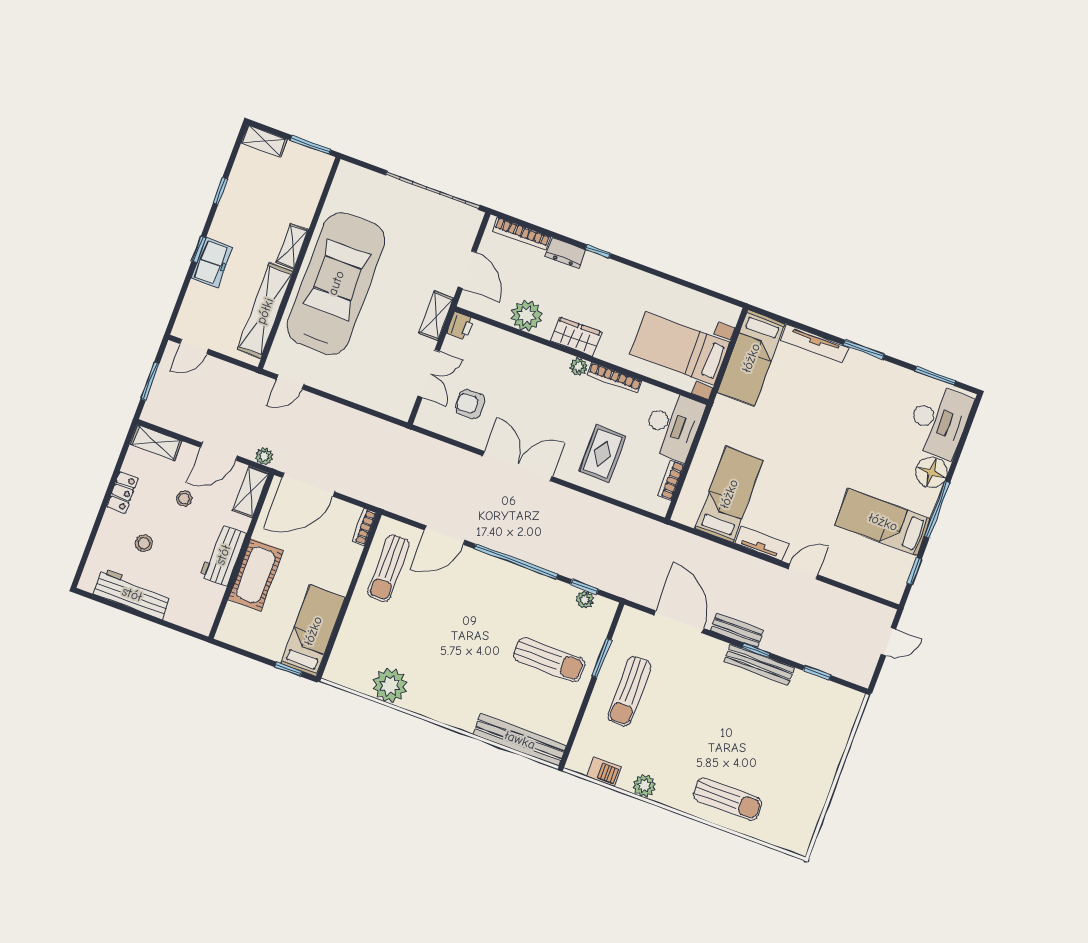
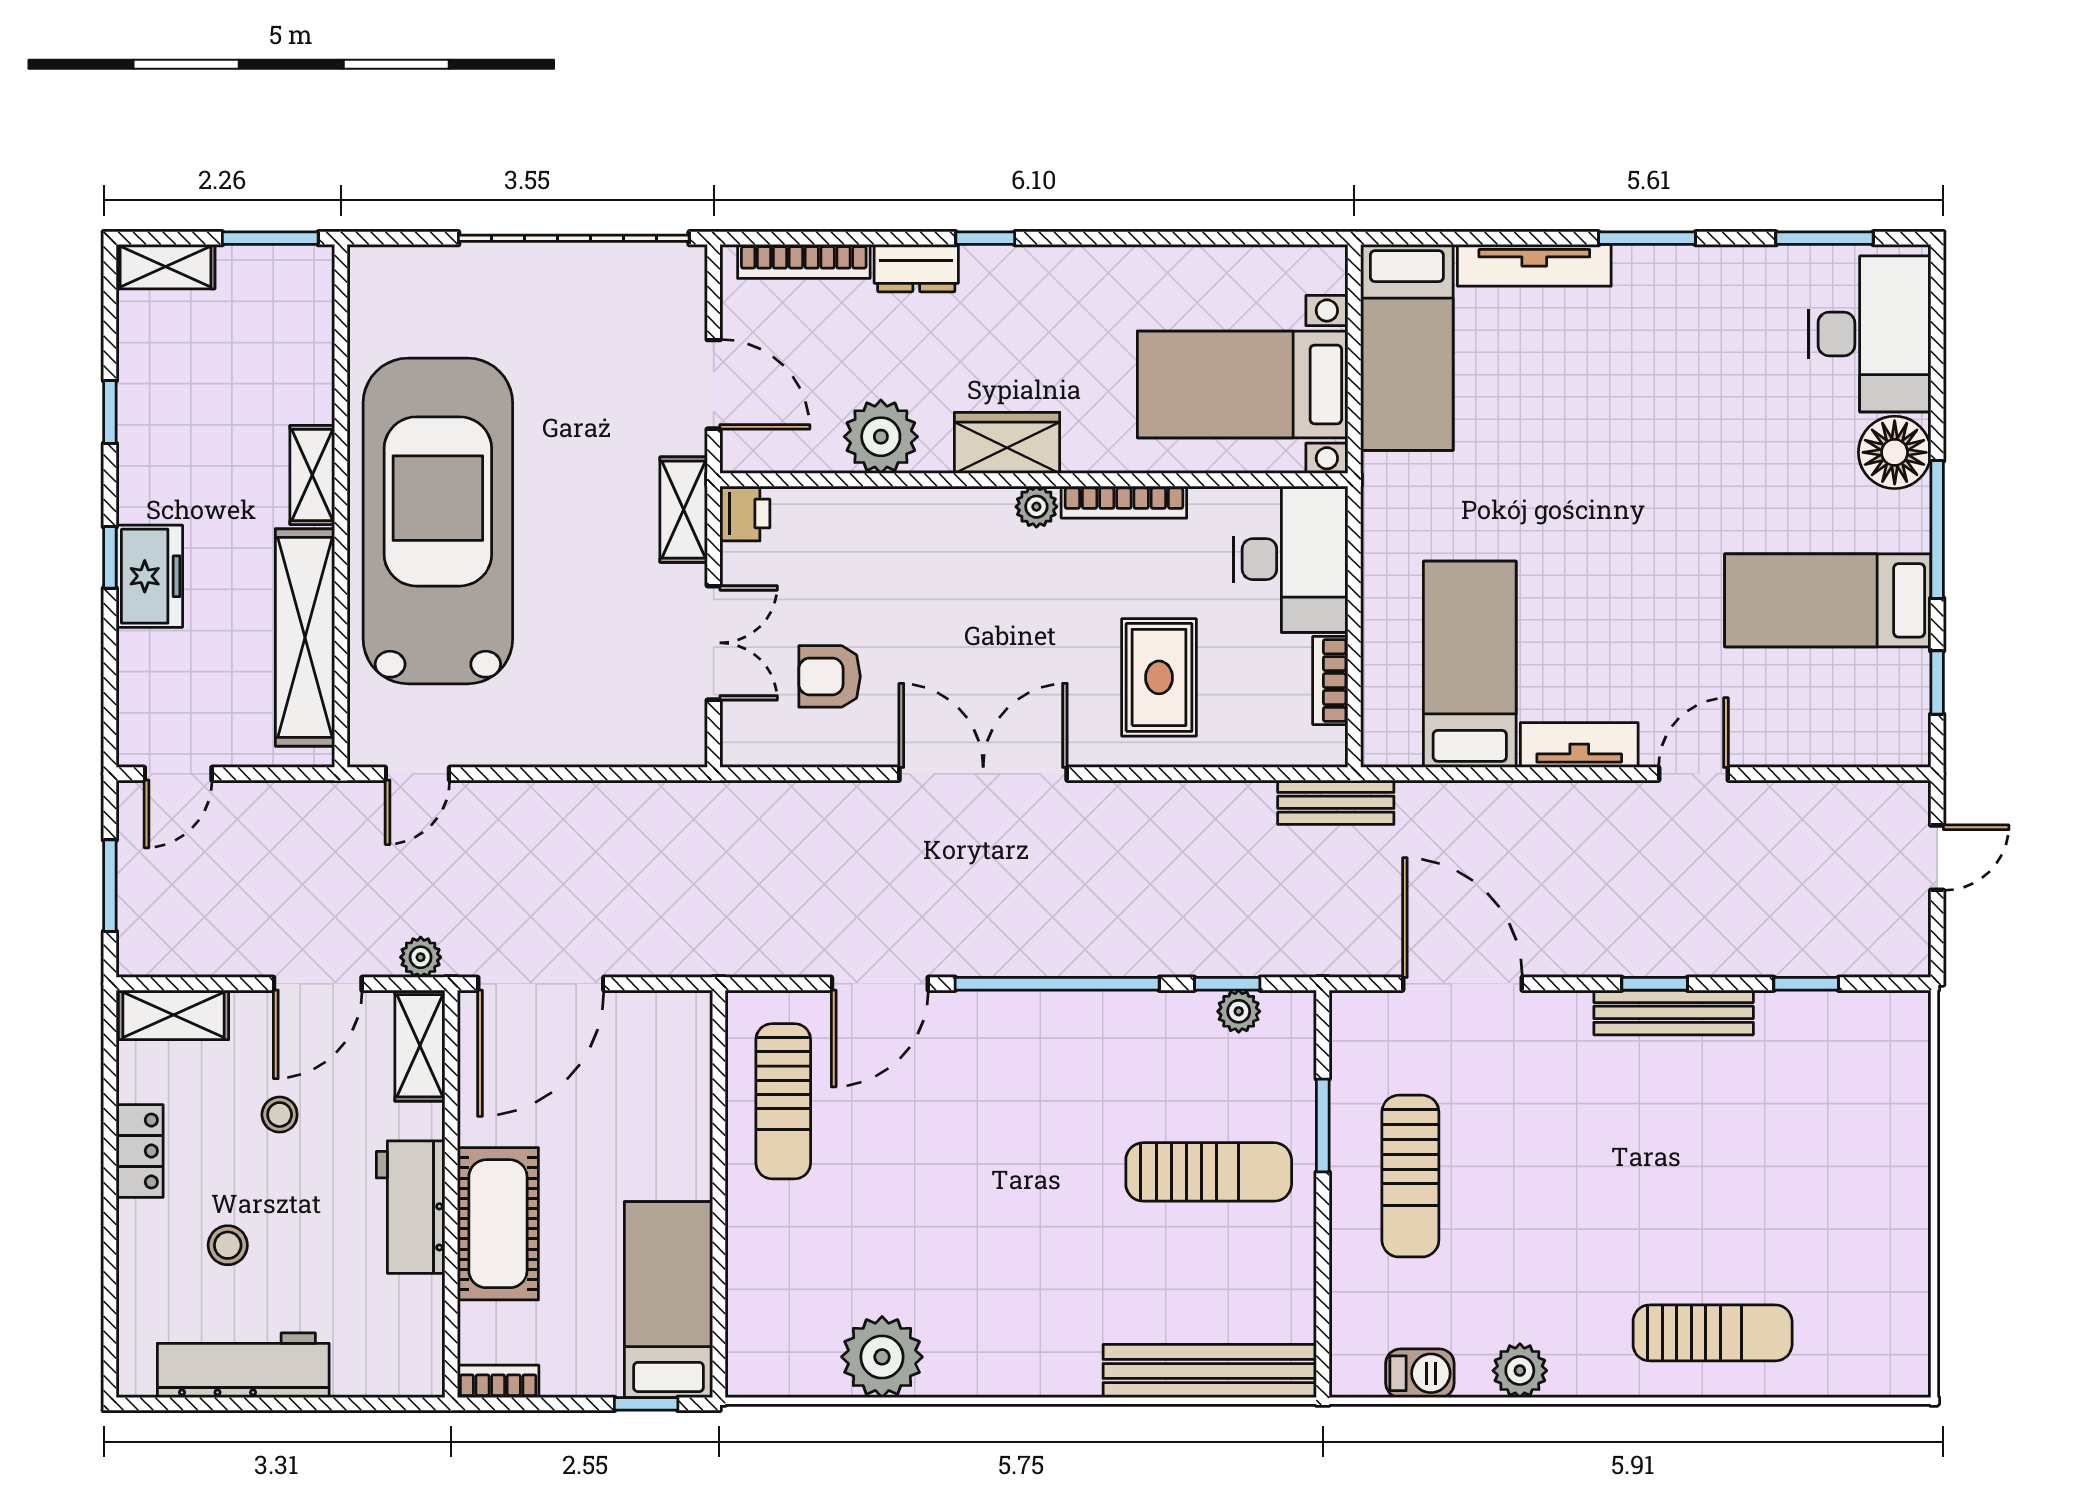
bookcase: (364, 527) -> (498, 1381), moved, turned 90
bench: (737, 630) -> (1336, 802), moved

